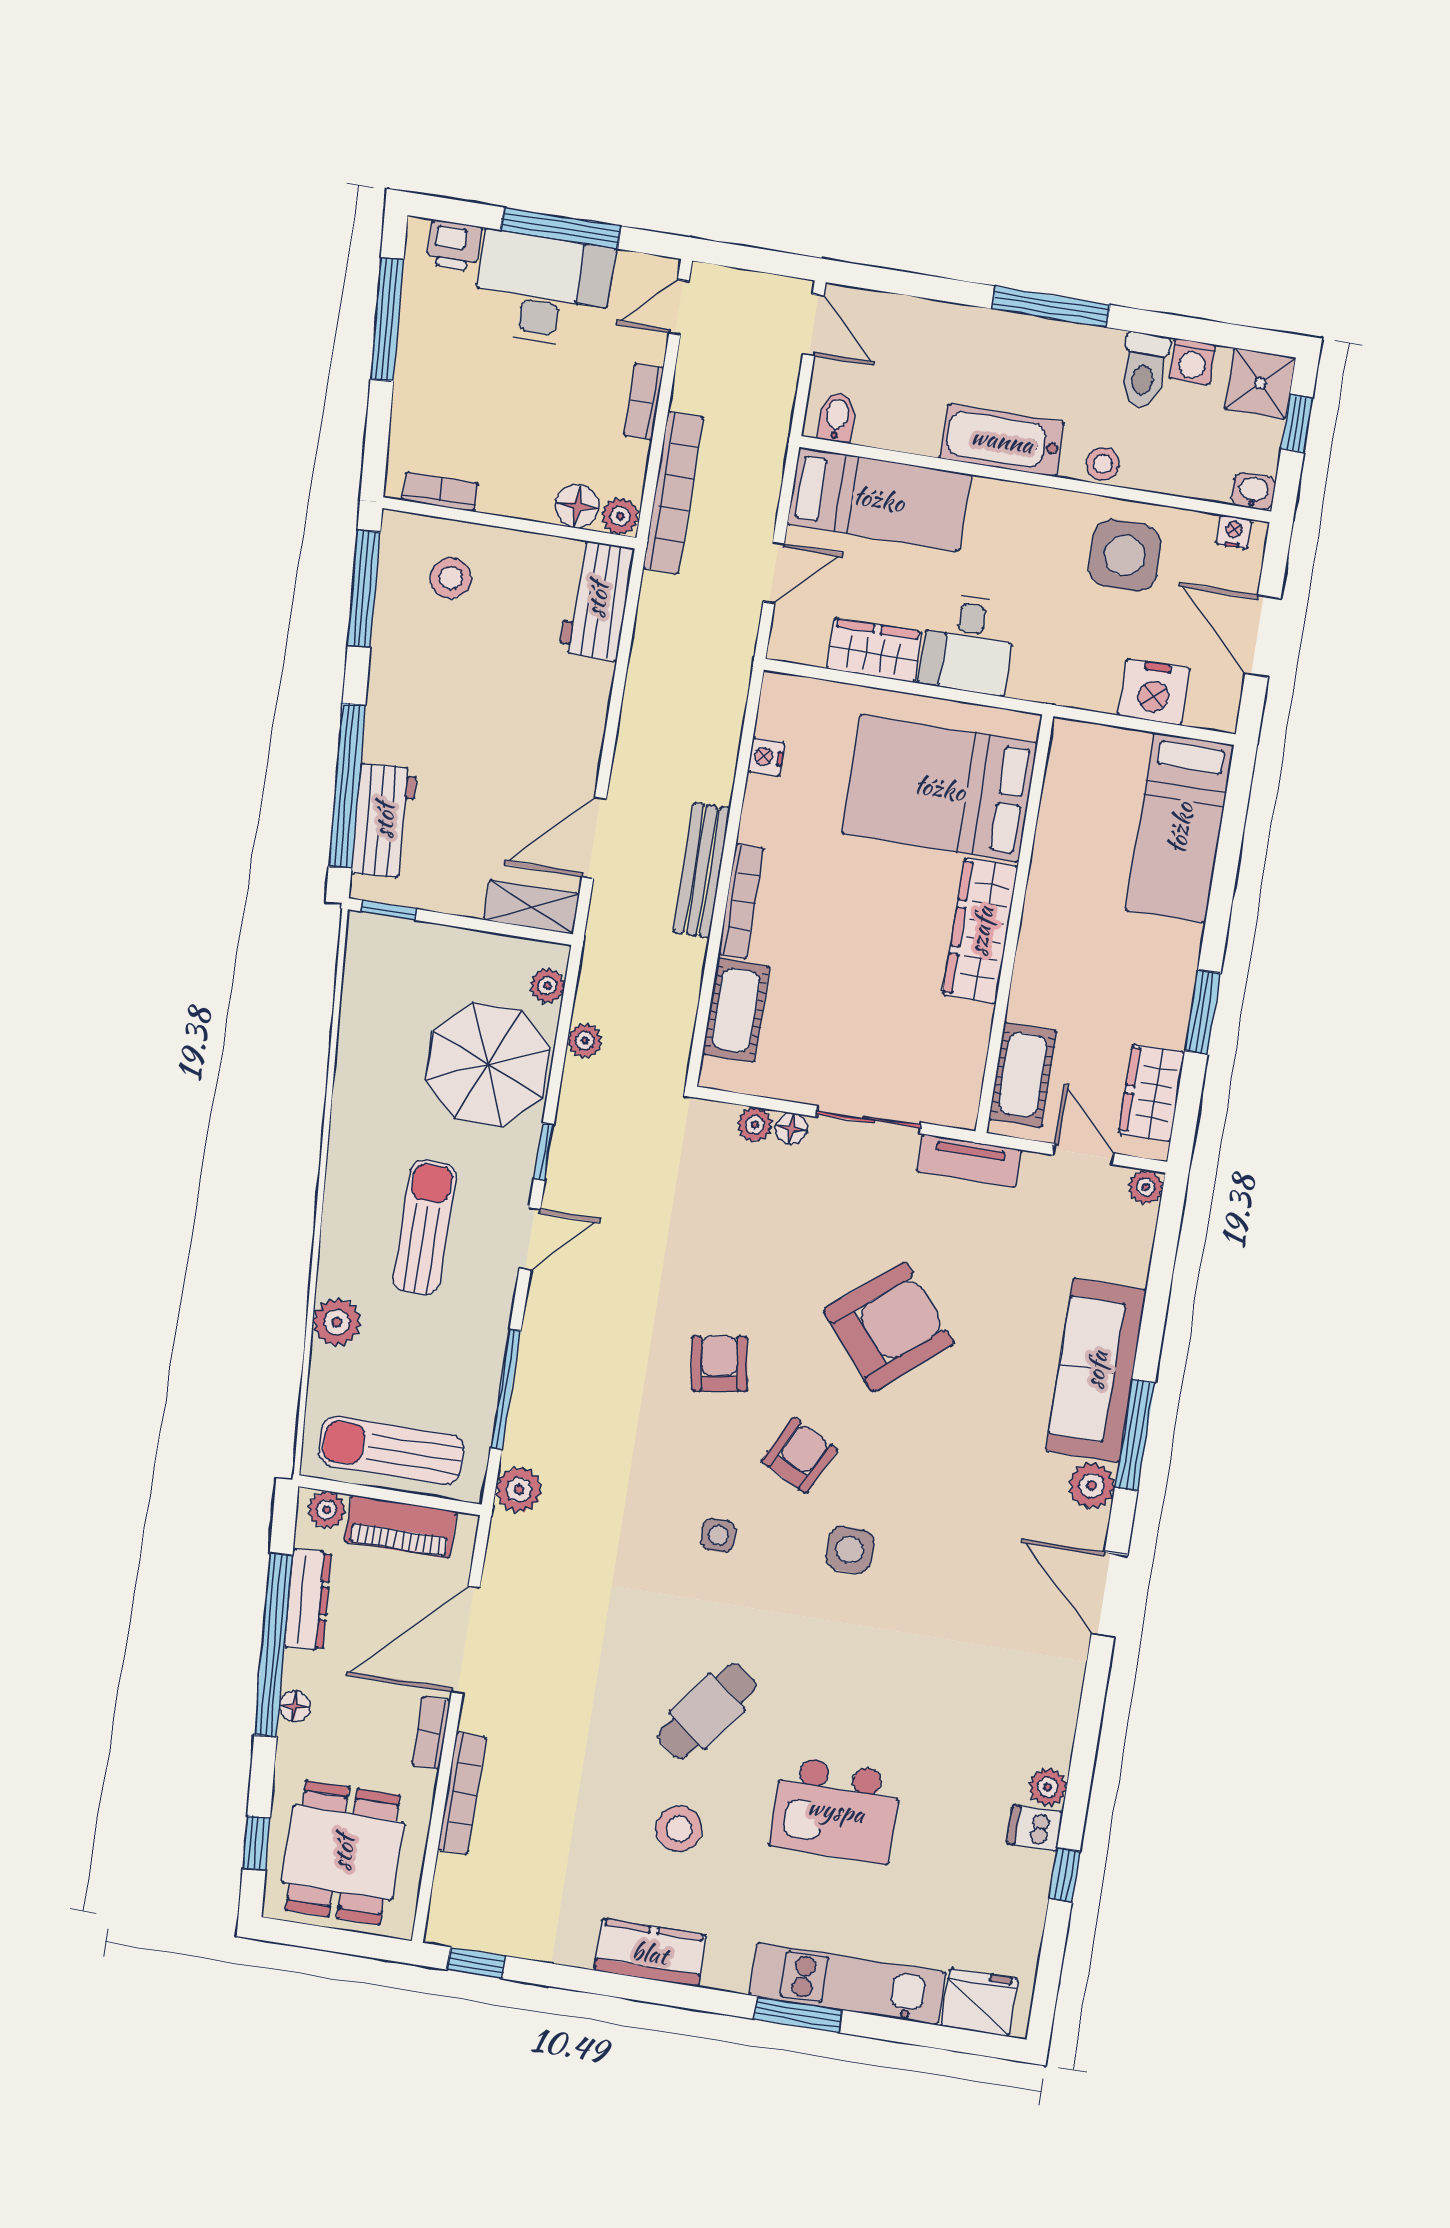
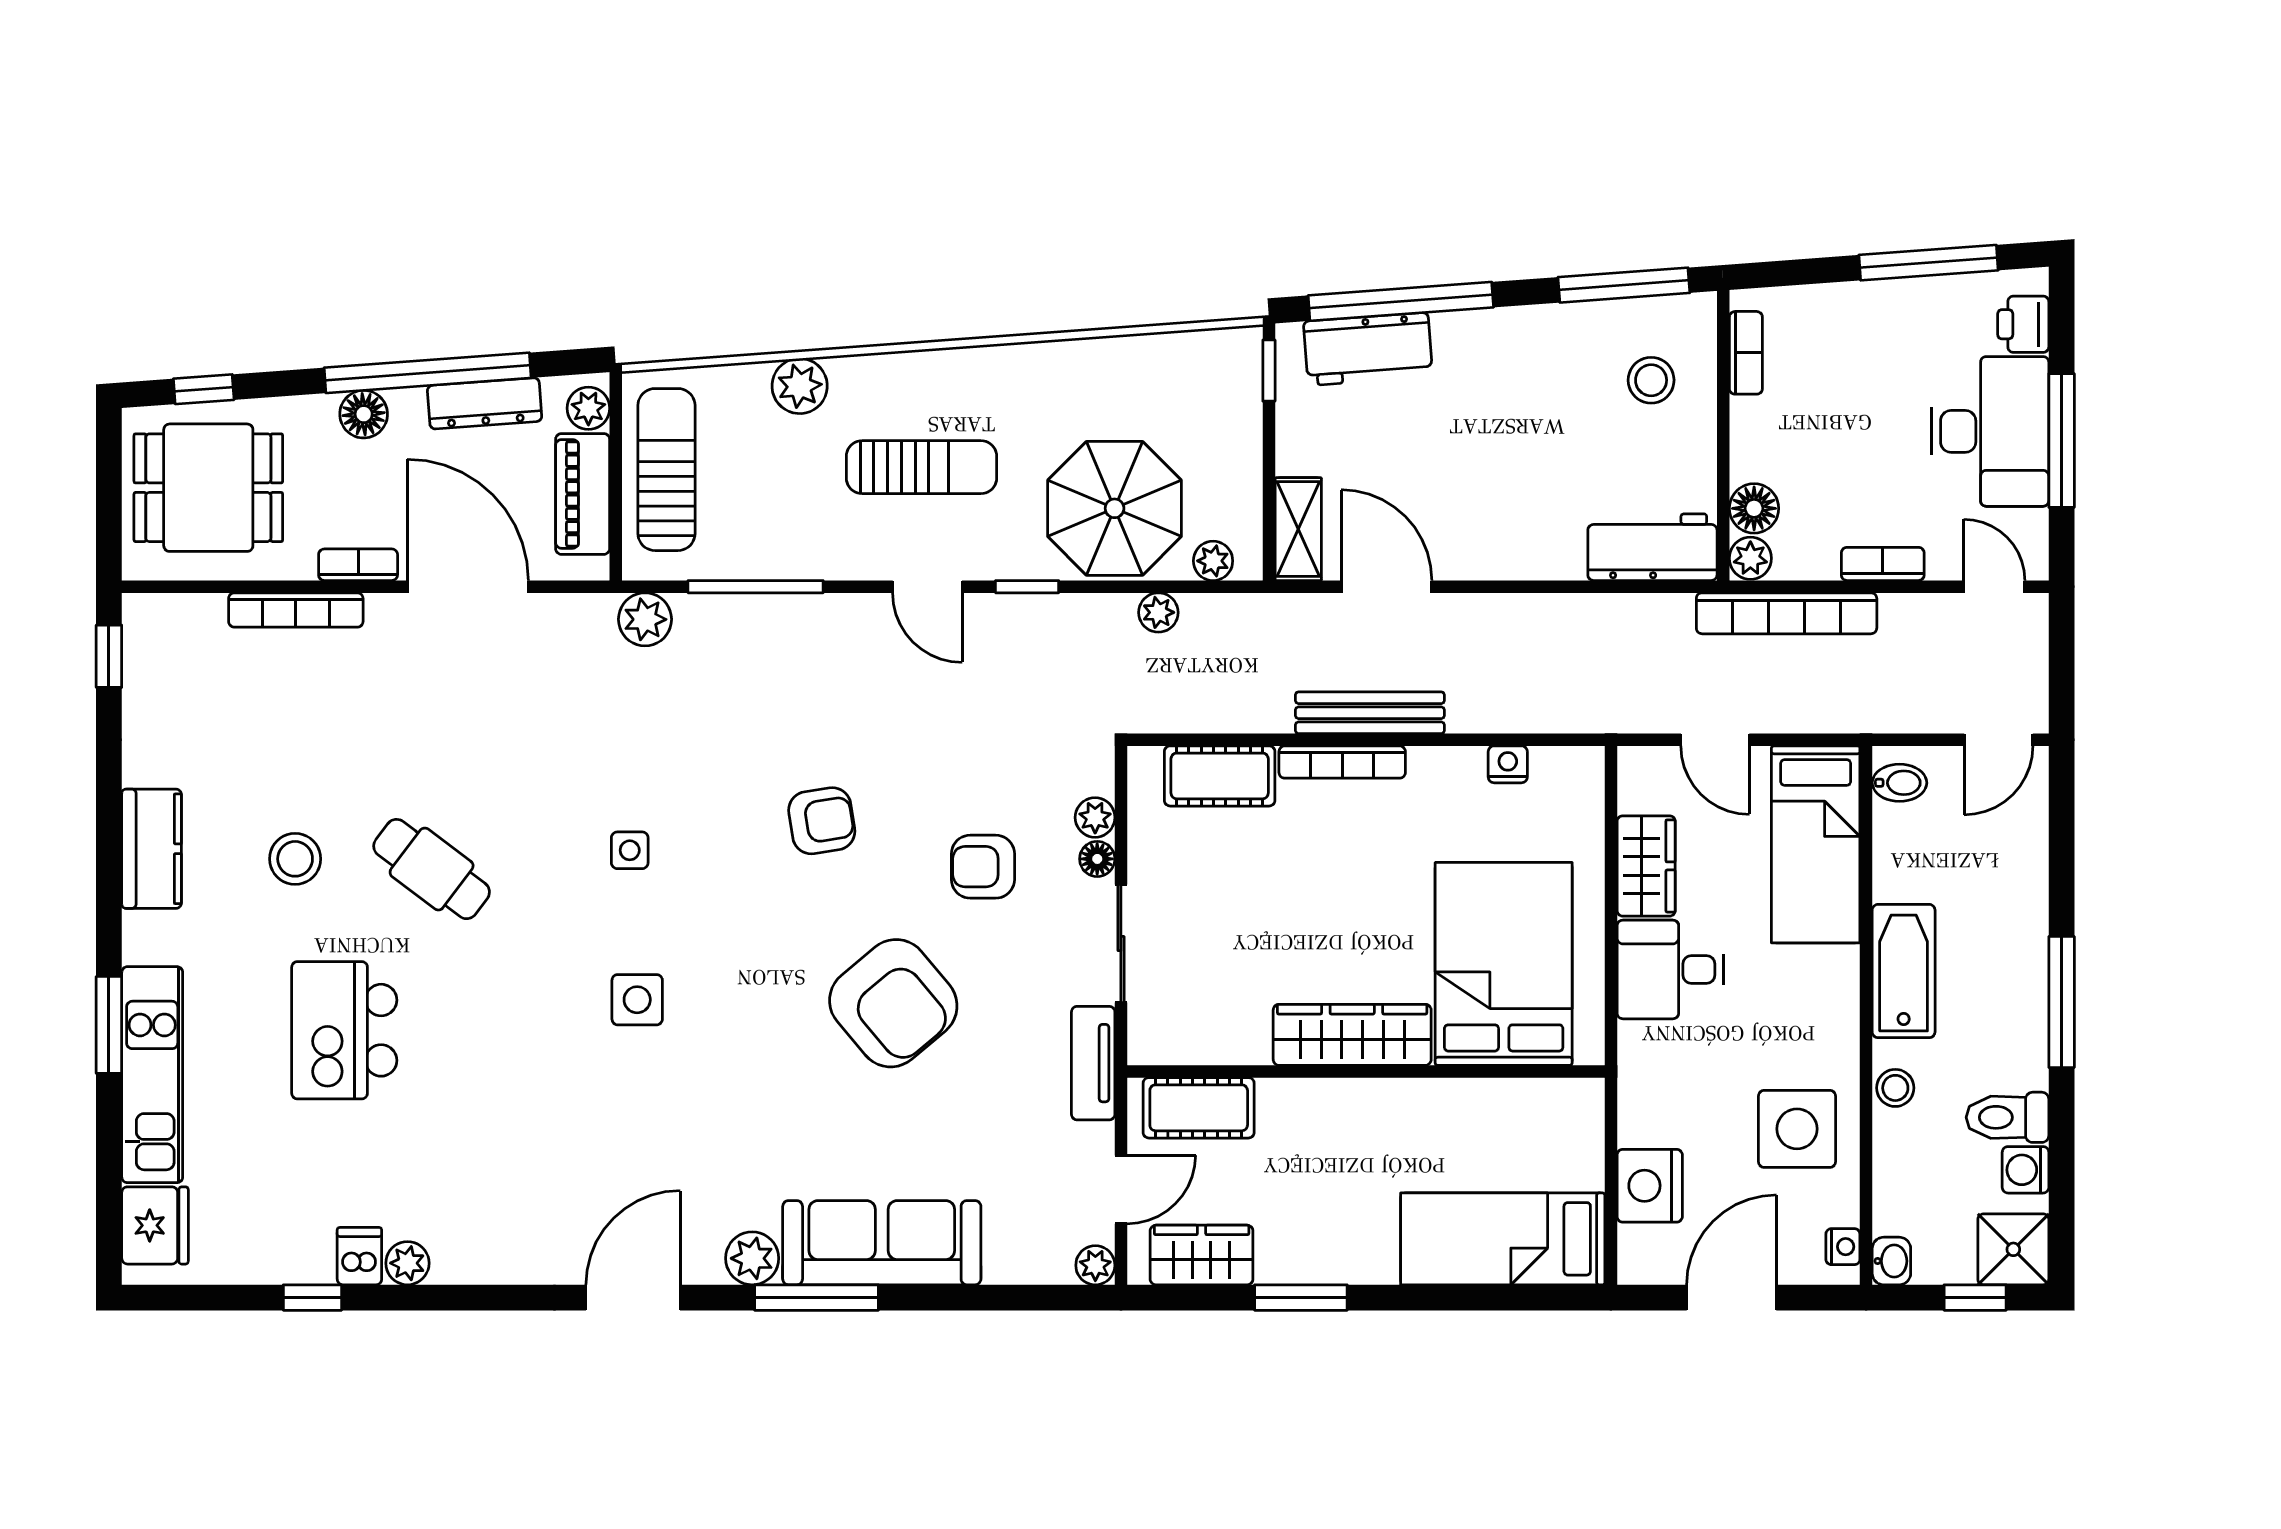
armchair: (800, 1455) -> (983, 867), moved, turned 153
floor lamp: (295, 1706) -> (364, 414), width x1.37, depth x1.37

